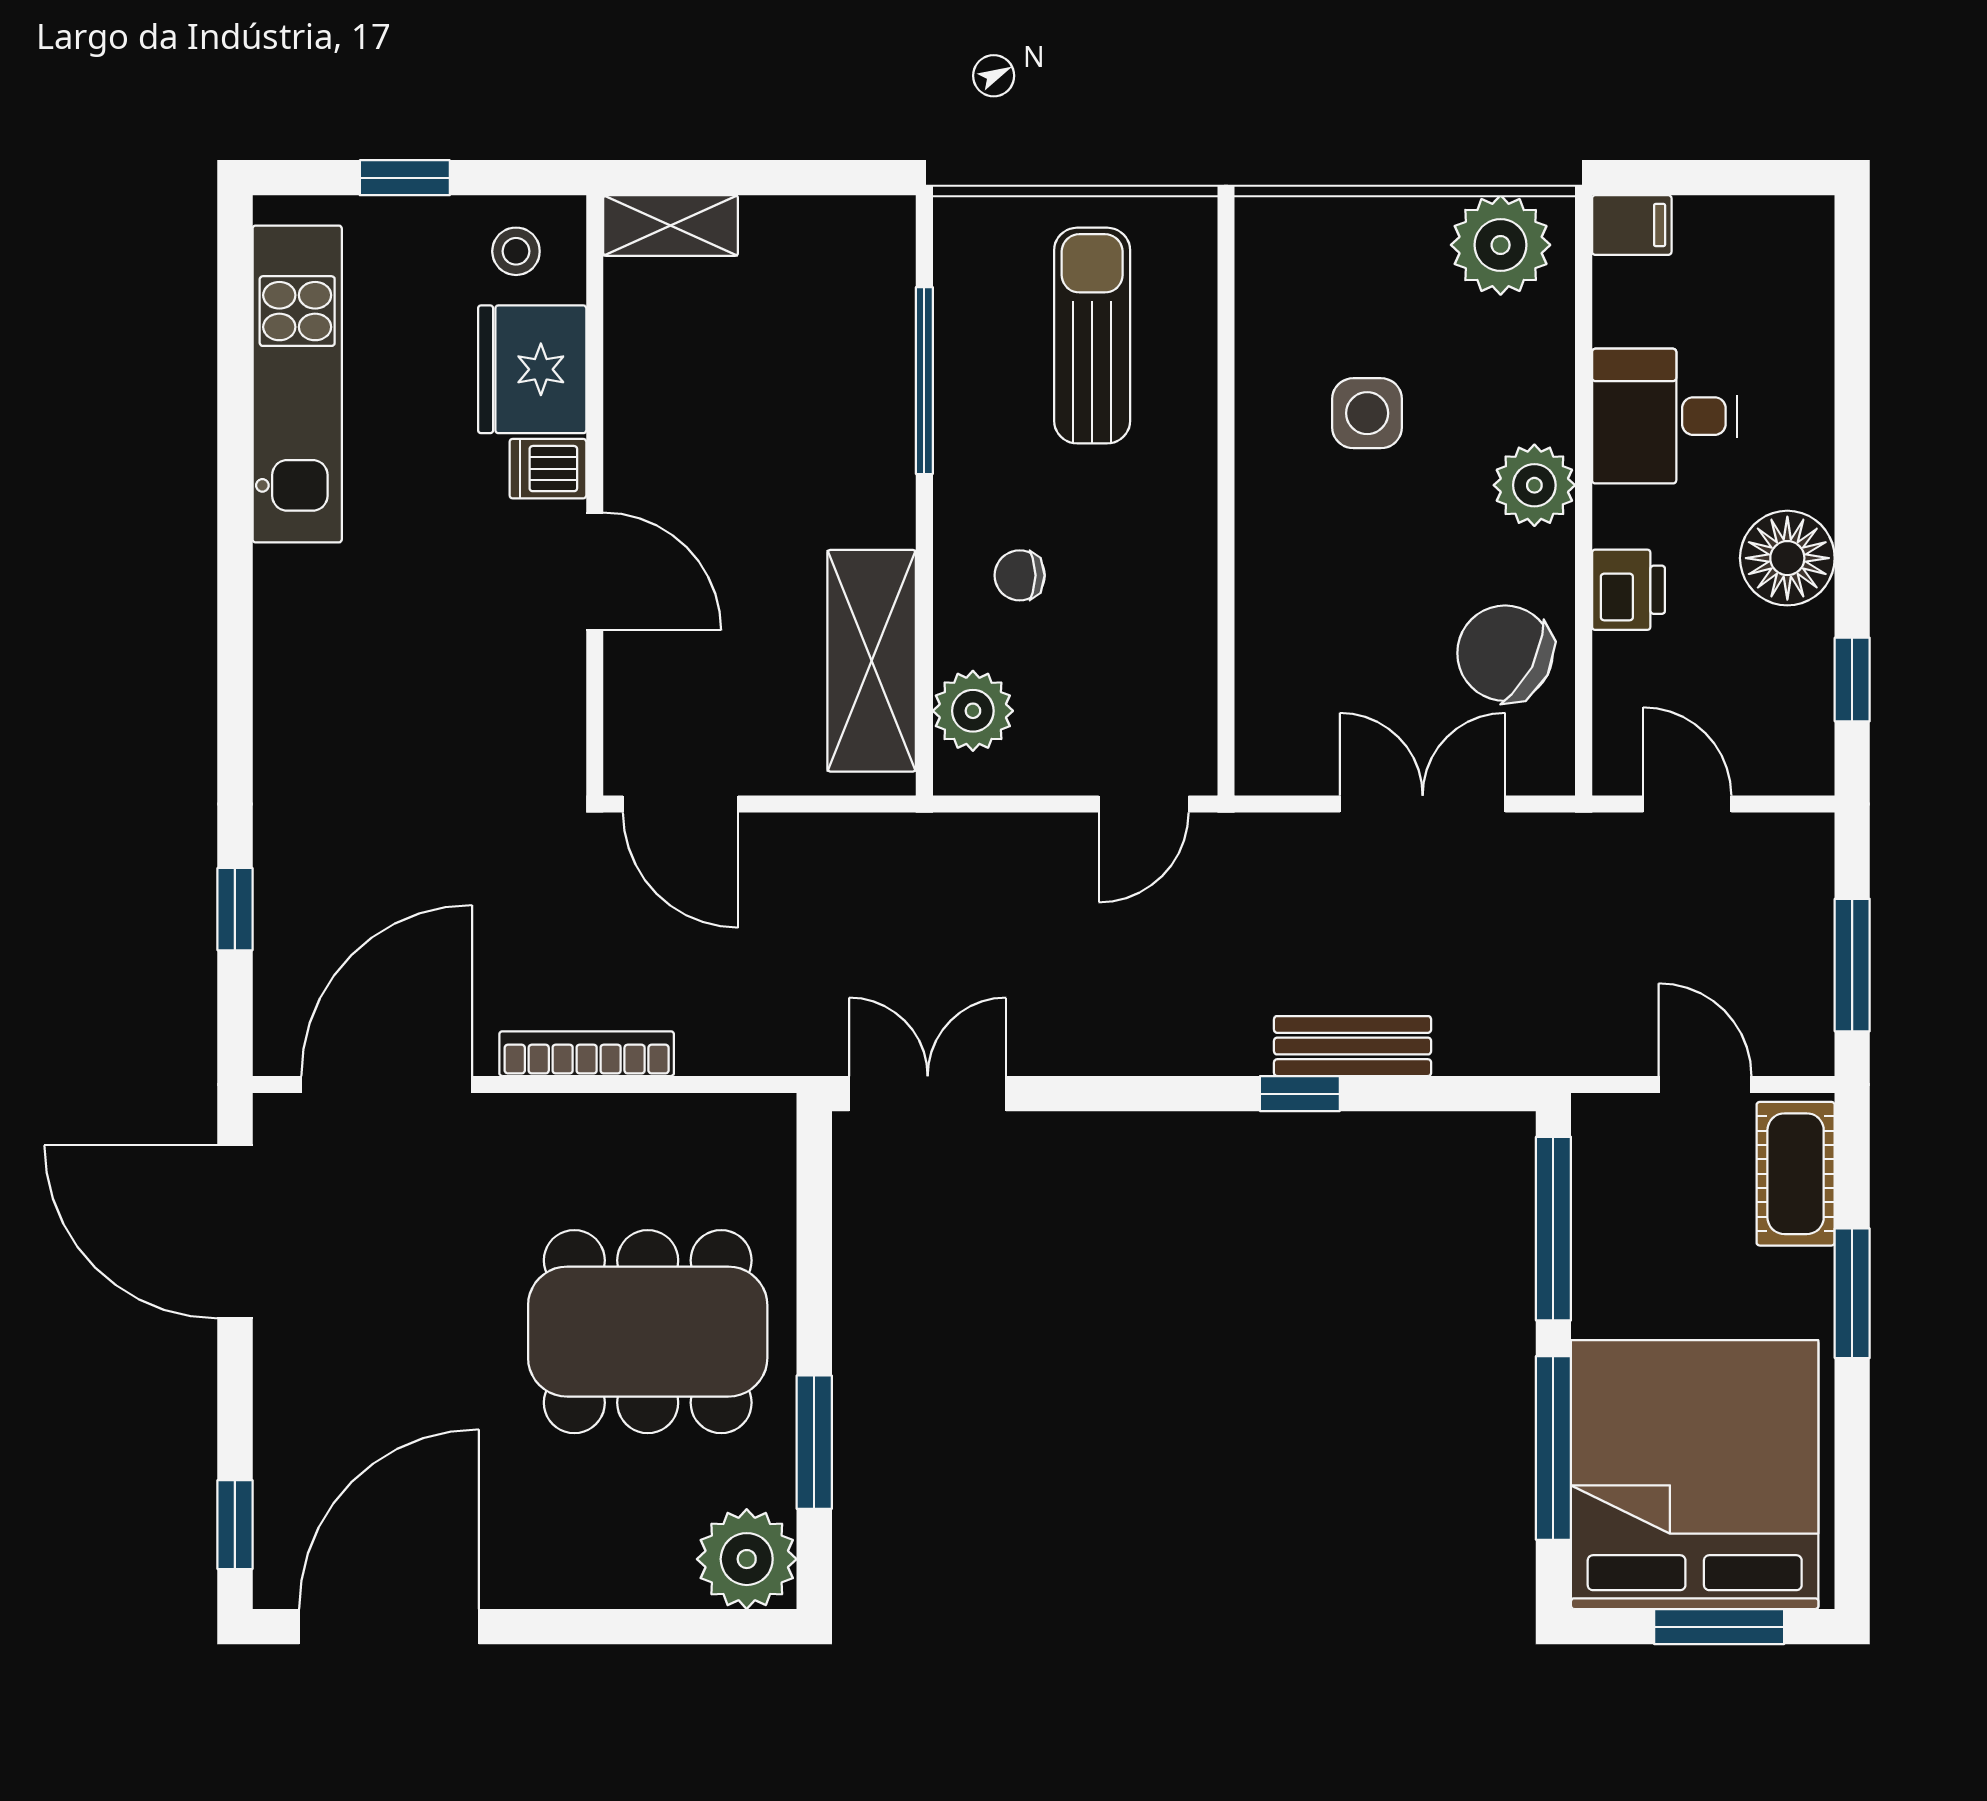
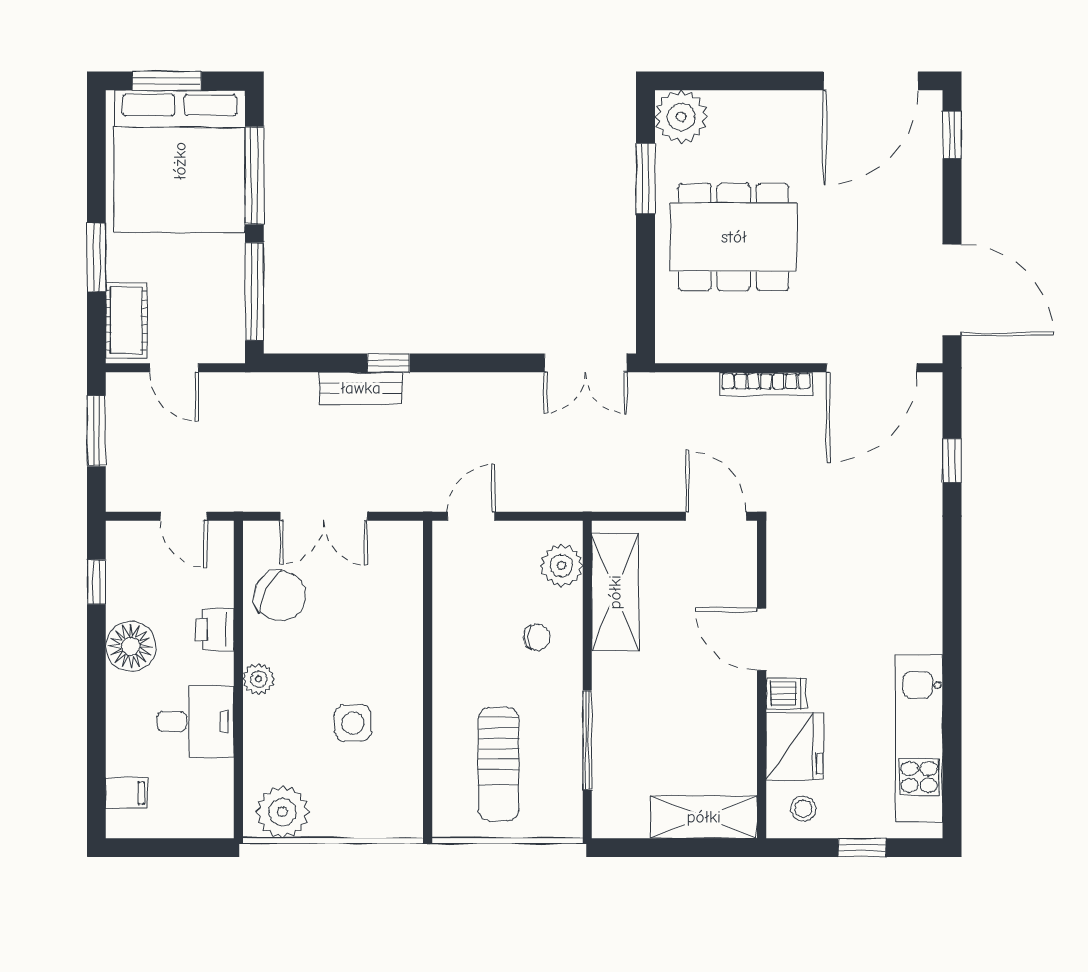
filing cabinet: (1632, 225) -> (127, 793), moved, turned 180
shelving: (671, 226) -> (704, 817), width x1.50, depth x1.33
plant: (1534, 485) -> (259, 679), width x0.73, depth x0.73

